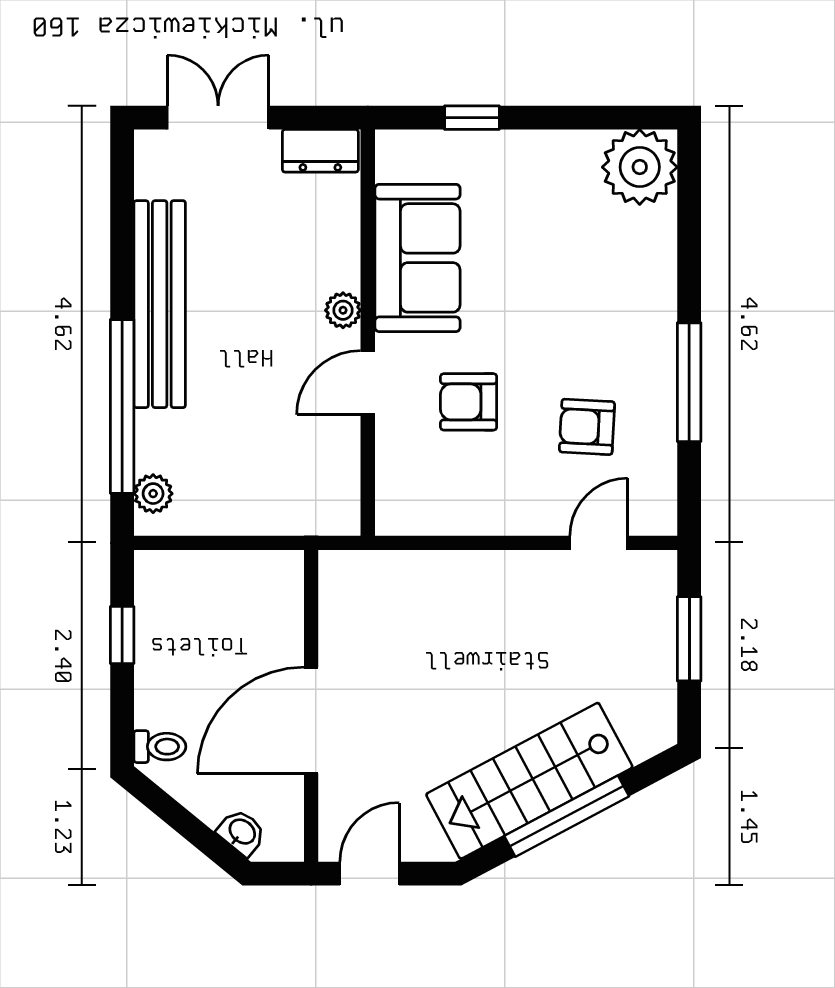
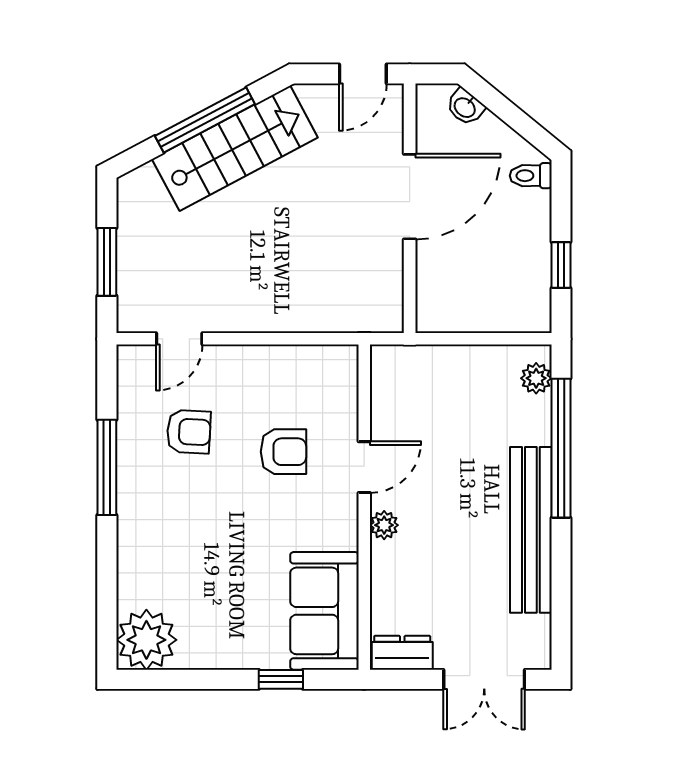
sofa: (417, 258) -> (324, 611), moved

